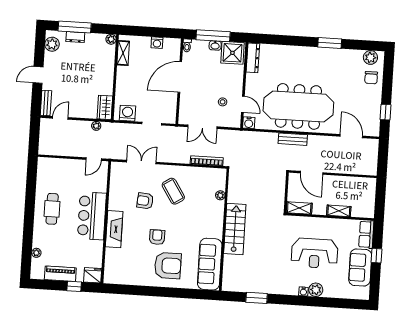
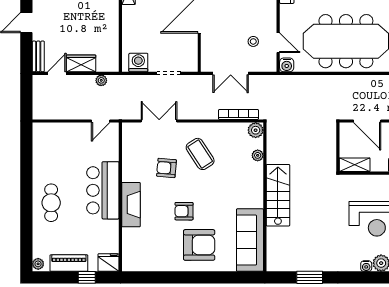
wardrobe: (105, 107) -> (81, 63), moved, turned 90
bench: (293, 139) -> (342, 82), removed
plant: (220, 175) -> (256, 130), added
cafe table: (52, 209) -> (51, 203), moved
armchair: (157, 237) -> (184, 211), turned -90
plant: (36, 253) -> (38, 264), moved

